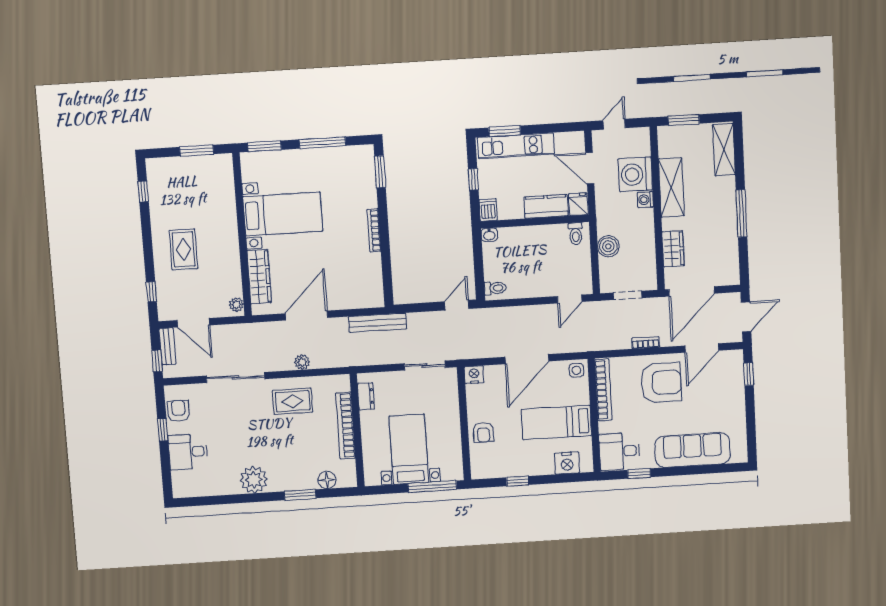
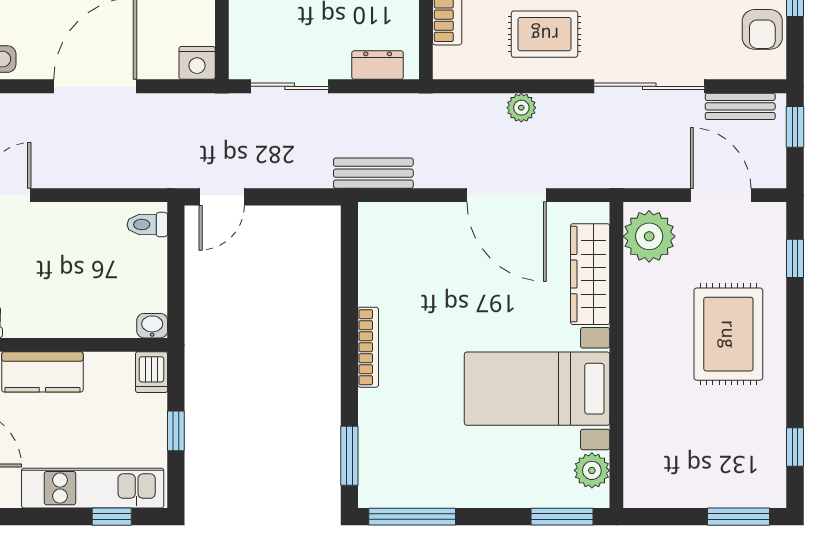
window: (505, 131) -> (112, 517), width x0.67
window: (322, 143) -> (412, 517), moved
window: (197, 151) -> (739, 517), moved
plant: (250, 172) -> (592, 470), added
rug: (183, 249) -> (728, 334), width x1.36, depth x1.43
plant: (236, 305) -> (649, 236), width x1.88, depth x1.88
door: (306, 316) -> (507, 195), hinge flipped
bench: (377, 323) -> (373, 173), width x0.73
bench: (167, 346) -> (740, 106), moved, turned 90
dresser: (366, 396) -> (378, 65), moved, turned 90

